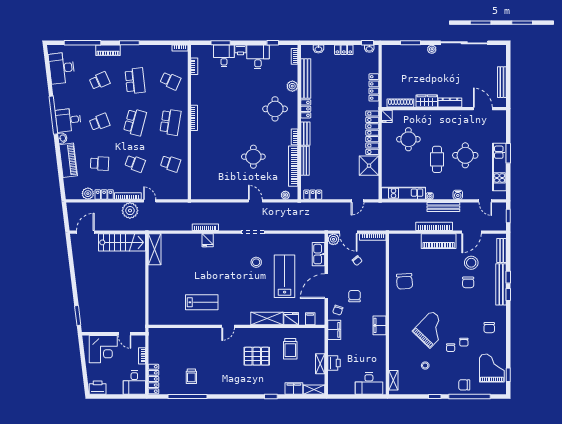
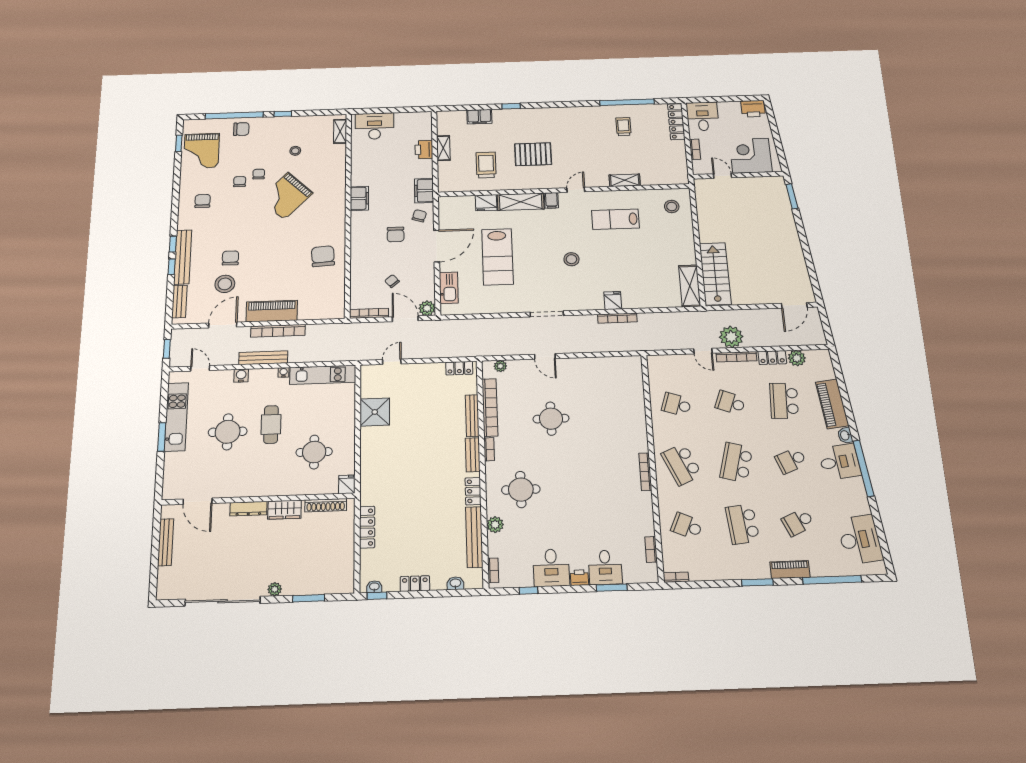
school desk: (170, 122) -> (682, 464), turned -33
locker: (372, 133) -> (370, 460), removed
school desk: (100, 163) -> (784, 401), width x1.85
stairs: (122, 242) -> (715, 274), moved, turned 90
stool: (256, 262) -> (571, 259), moved
stool: (162, 311) -> (672, 206), added
filing cabinet: (310, 319) -> (551, 200), moved
shelving: (314, 390) -> (625, 180), moved

